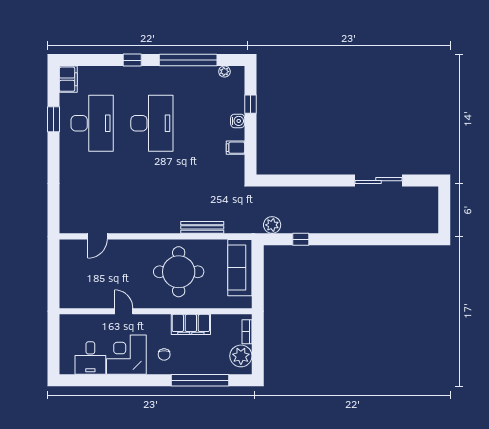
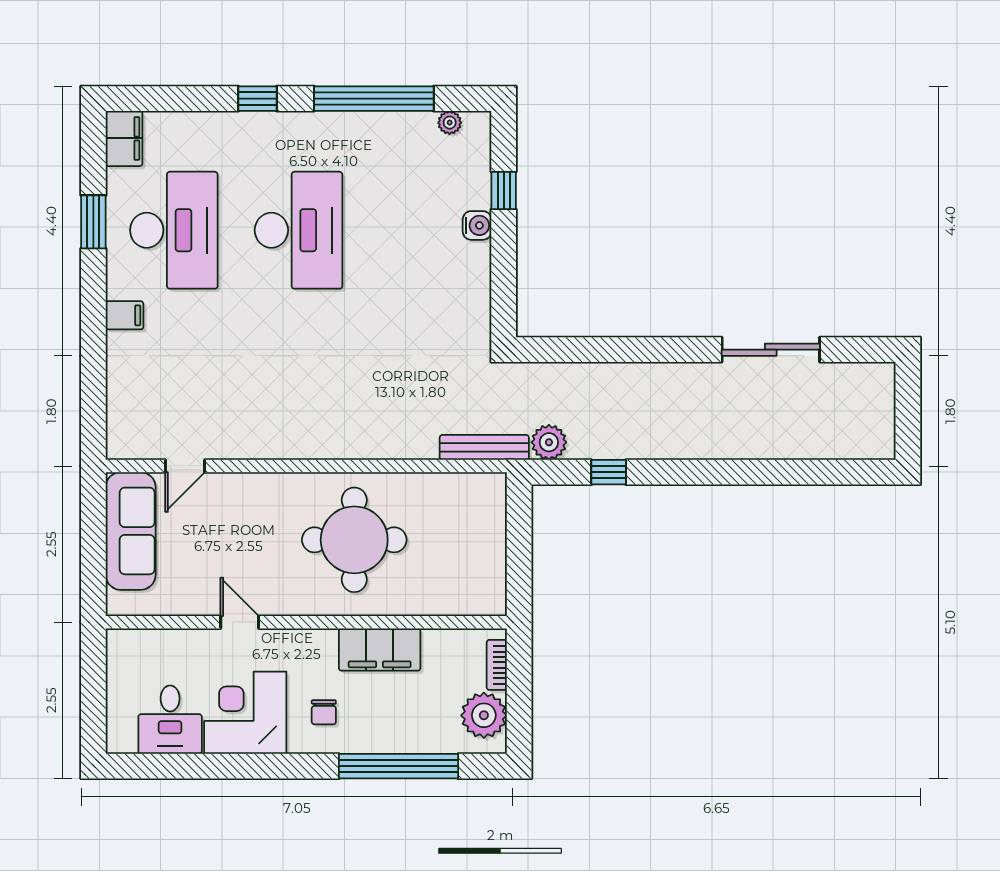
filing cabinet: (235, 148) -> (124, 315), moved, turned 180
bench: (202, 227) -> (484, 447), moved
sofa: (240, 268) -> (131, 531), moved, turned 180

